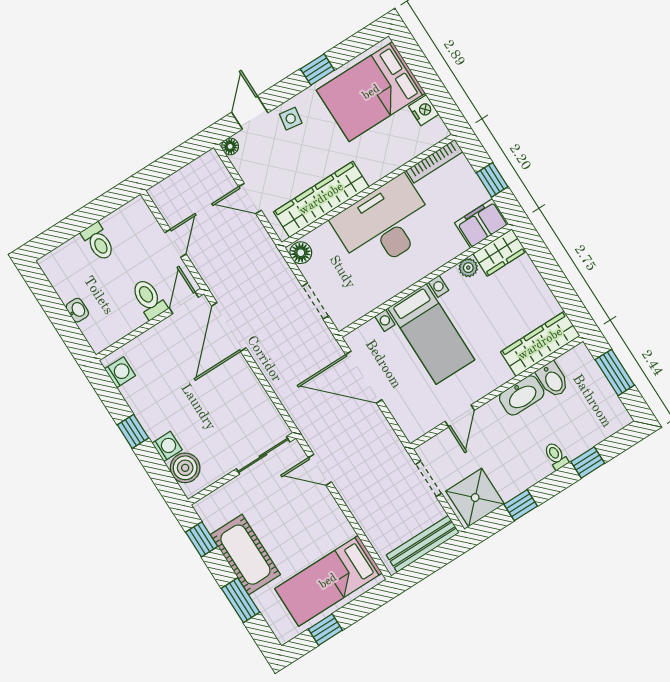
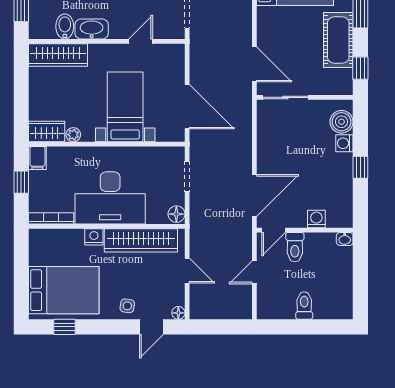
window: (317, 69) -> (65, 327), moved
nightstand: (424, 110) -> (94, 237), moved, turned 90
filing cabinet: (482, 223) -> (37, 158), width x0.50
washbasin: (77, 310) -> (345, 239), moved, turned -90
washing machine: (120, 372) -> (316, 219), moved, turned 90
door: (320, 470) -> (254, 64), width x1.38

